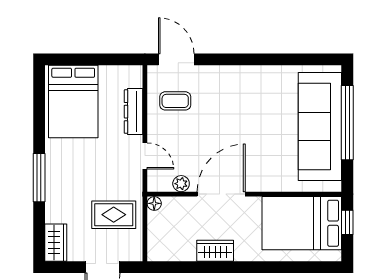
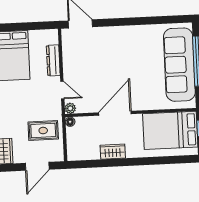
coffee table: (175, 101) -> (81, 52), removed
plant: (181, 184) -> (70, 108), moved

